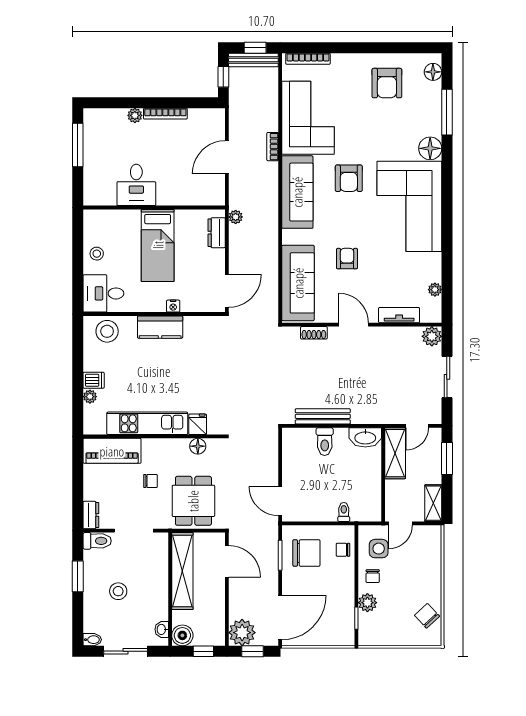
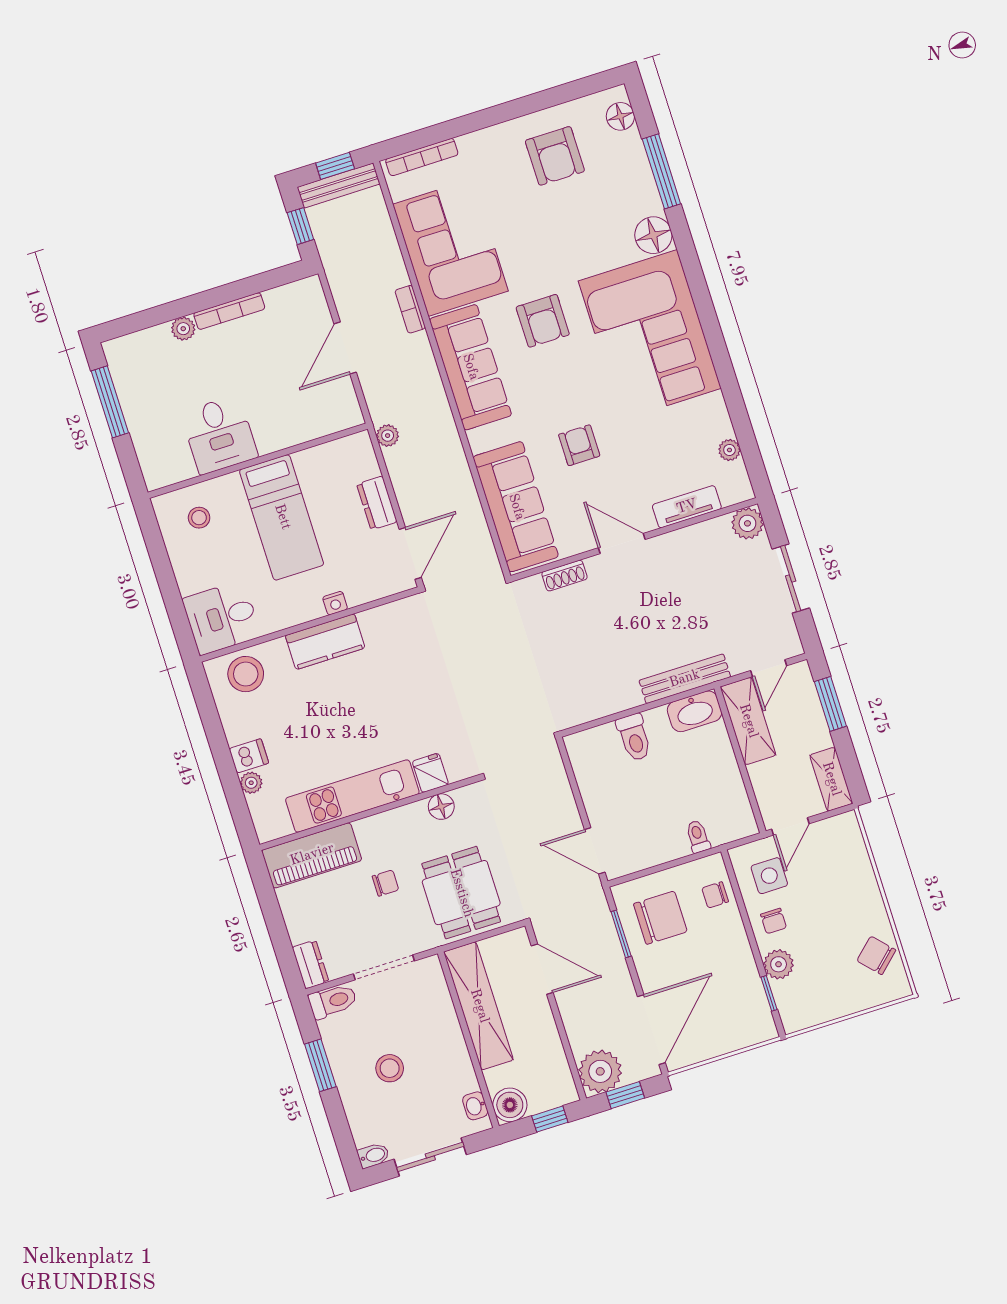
dresser: (217, 233) -> (377, 503), moved
stool: (97, 254) -> (199, 518), moved
bench: (323, 416) -> (685, 679), moved

